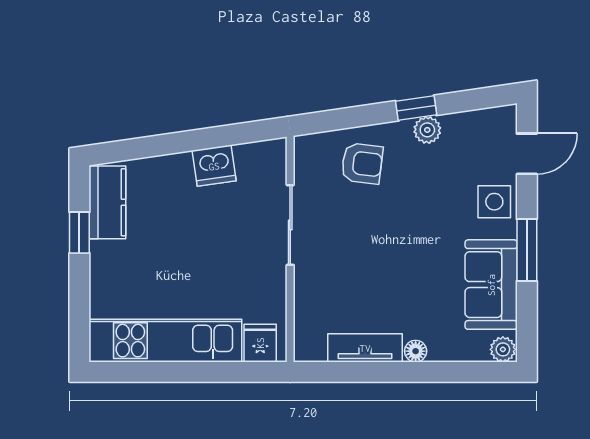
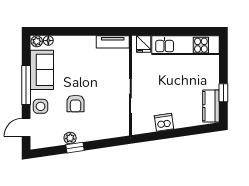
armchair: (362, 163) -> (76, 104), moved, turned -97
window: (527, 250) -> (26, 85), width x1.44
tv unit: (365, 348) -> (113, 42), moved
floor lamp: (416, 351) -> (48, 41), moved

